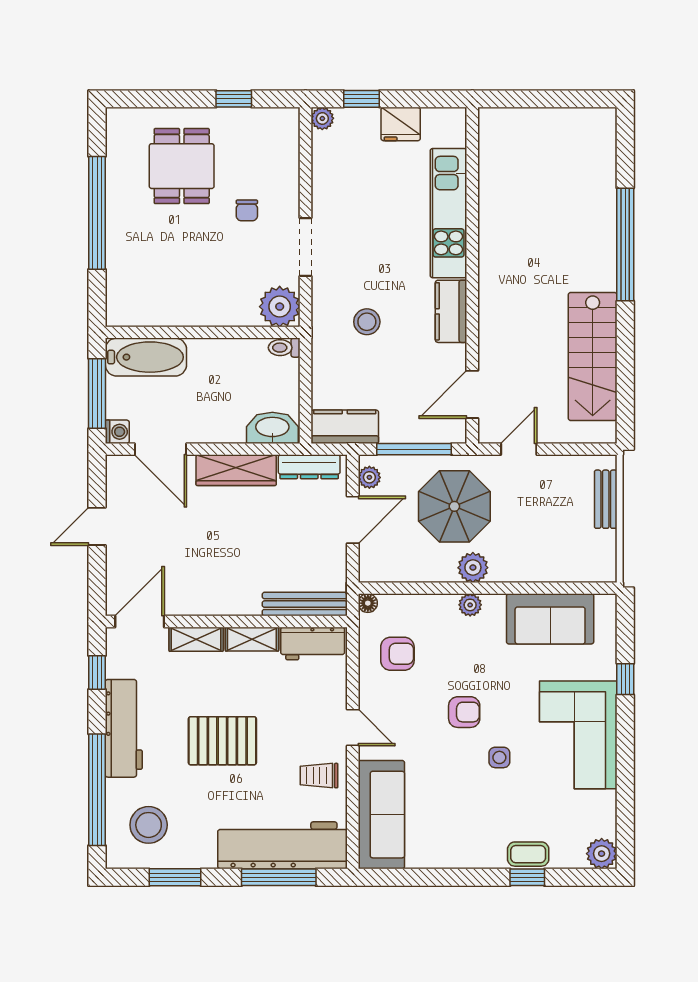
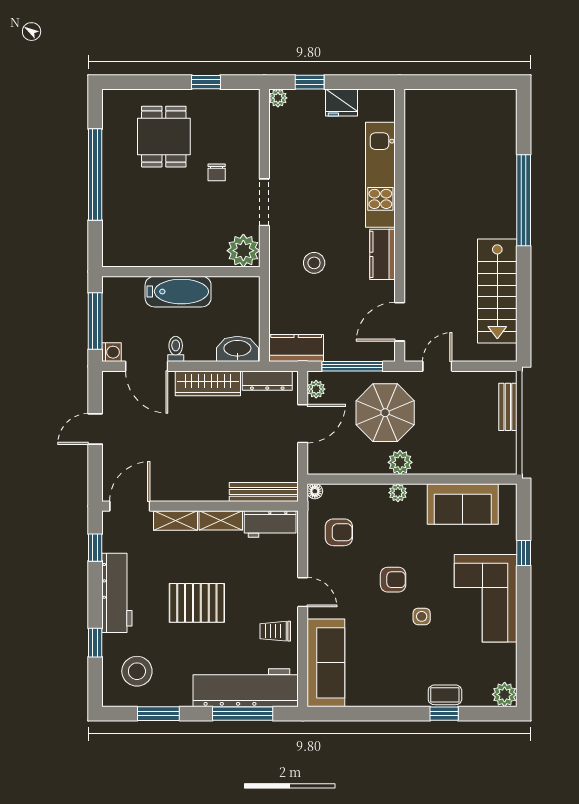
toilet: (284, 348) -> (176, 349), moved, turned 90
bathtub: (146, 357) -> (178, 292), moved
window: (97, 790) -> (95, 643), width x0.32

